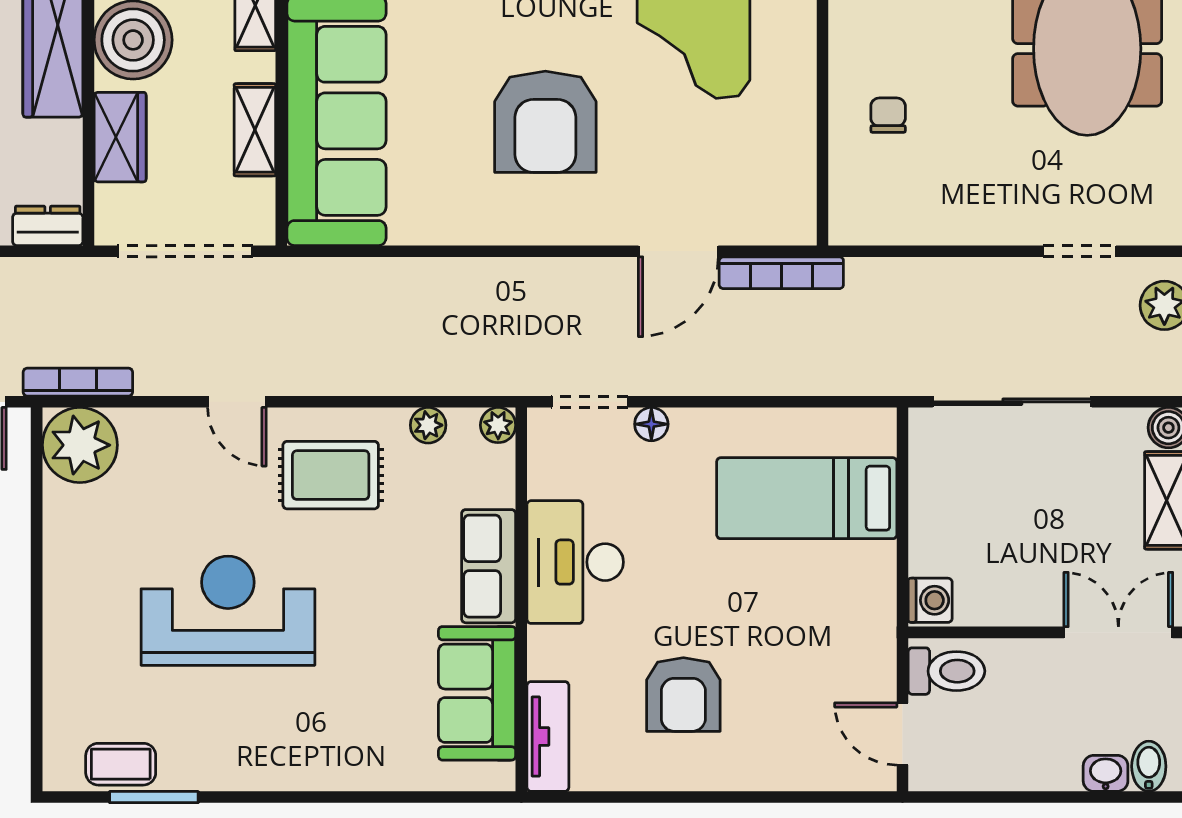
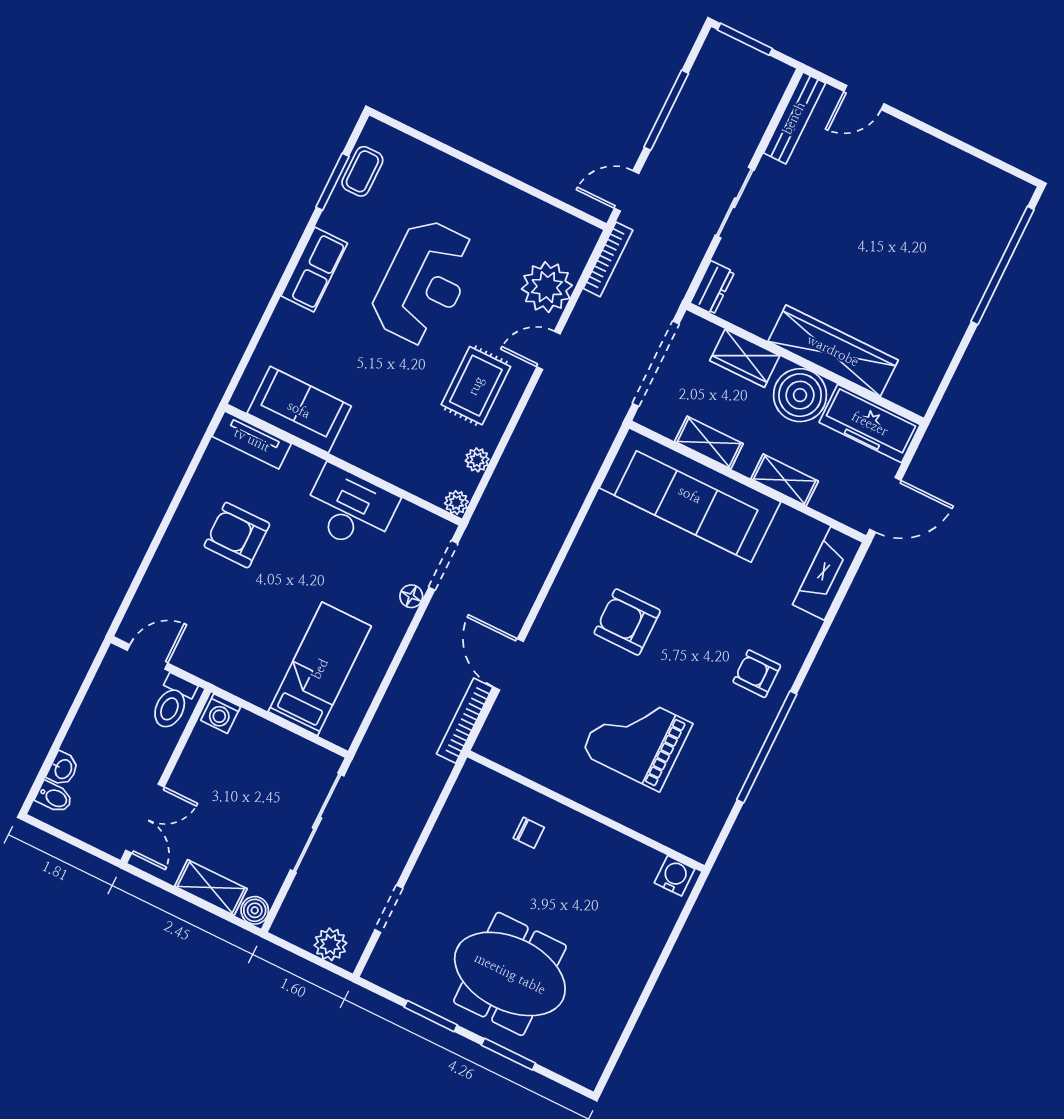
armchair: (545, 122) -> (627, 622), width x0.73, depth x0.73
plant: (80, 445) -> (547, 287), moved
row of seats: (489, 566) -> (314, 270), moved, turned 90

